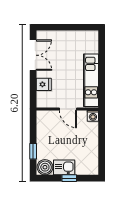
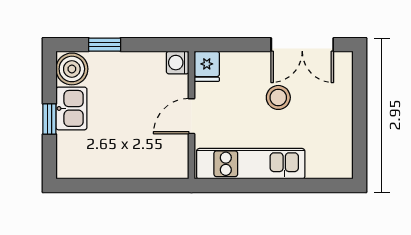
stool: (59, 67) -> (278, 97), added
fridge: (44, 84) -> (207, 66), moved
washing machine: (93, 116) -> (178, 63), moved

